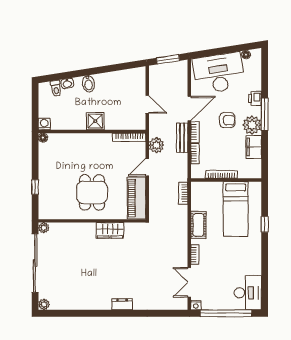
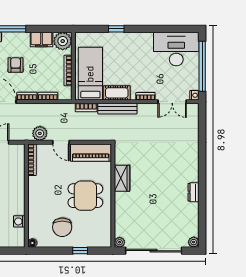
shower: (95, 121) -> (16, 192), removed
washing machine: (44, 124) -> (19, 221), moved
plant: (252, 125) -> (63, 41), moved
bench: (182, 138) -> (117, 109), moved, width x1.36
chair: (59, 168) -> (62, 227), added
bed: (236, 209) -> (90, 74), moved, turned -90
desk: (248, 293) -> (176, 49), width x1.36, depth x1.30
dresser: (122, 304) -> (193, 192), moved

